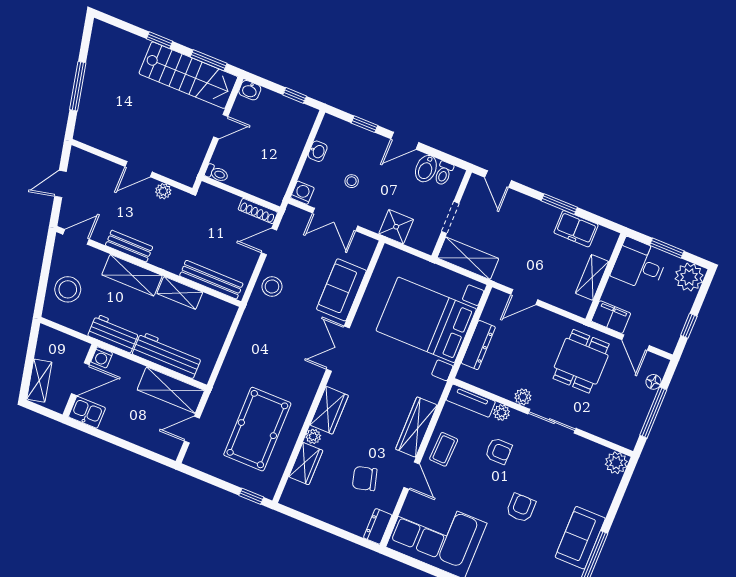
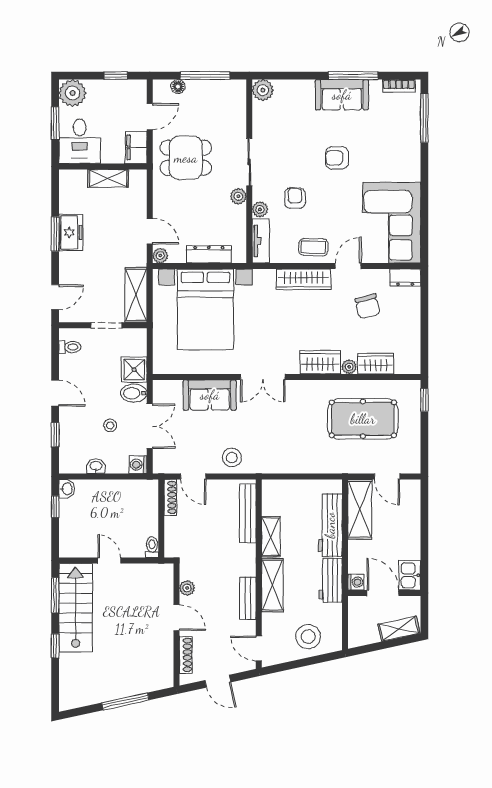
washbasin: (250, 90) -> (67, 489), moved
shoe rack: (99, 163) -> (186, 655), added
bidet: (426, 169) -> (134, 393), moved, turned 180
freezer: (576, 229) -> (71, 232), moved
plant: (496, 297) -> (160, 256), added

